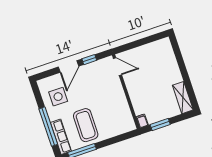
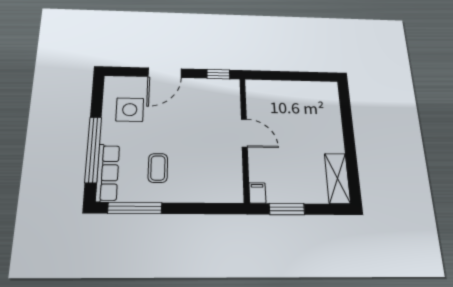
window: (89, 60) -> (218, 74), moved
door: (117, 67) -> (244, 133), moved
coffee table: (86, 125) -> (158, 168), width x0.54, depth x0.58

